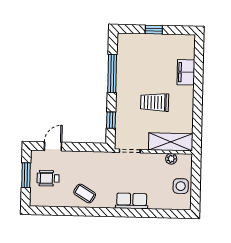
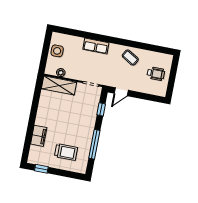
window: (154, 30) -> (41, 169), moved
trolley: (155, 102) -> (66, 152), moved
door: (53, 146) -> (121, 92), moved
window: (26, 175) -> (172, 79), removed

